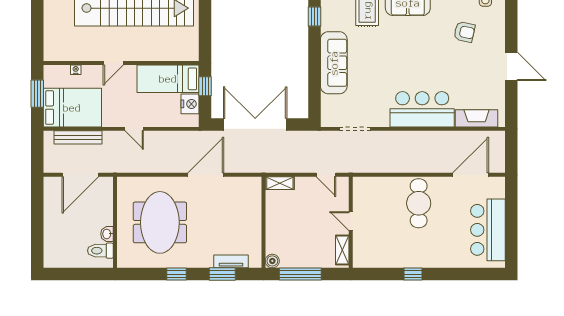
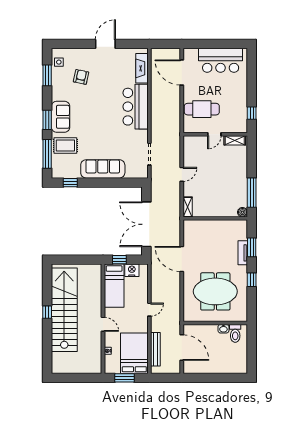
door: (351, 221) -> (214, 134), moved
wall: (351, 222) -> (215, 134), moved
shelving: (342, 250) -> (235, 140), moved
tv unit: (231, 261) -> (243, 253), moved

